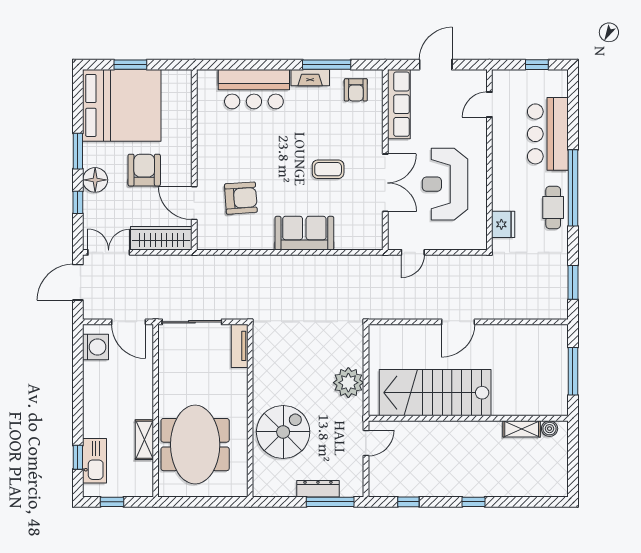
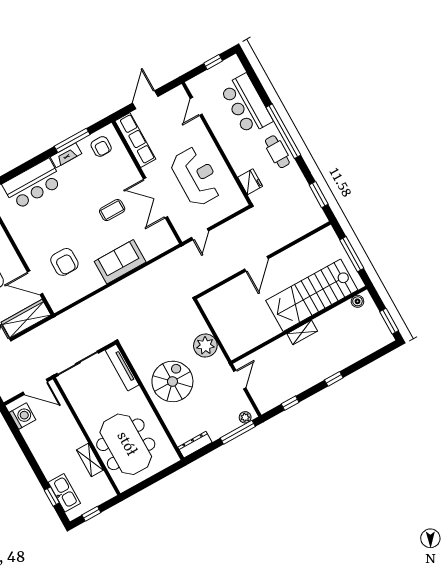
double door: (385, 183) -> (156, 198), swing flipped
reception desk: (445, 184) -> (196, 176), turned 180
armchair: (241, 198) -> (64, 262), turned 94
tv unit: (240, 346) -> (122, 367), width x1.41
stairs: (435, 393) -> (312, 295), moved
shelving: (522, 429) -> (302, 332), moved
spiral stairs: (283, 432) -> (172, 381), moved
window: (573, 471) -> (389, 321), added
dresser: (318, 489) -> (195, 445), moved
plant: (348, 489) -> (245, 417), added

